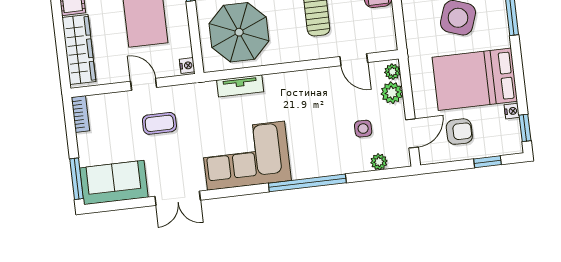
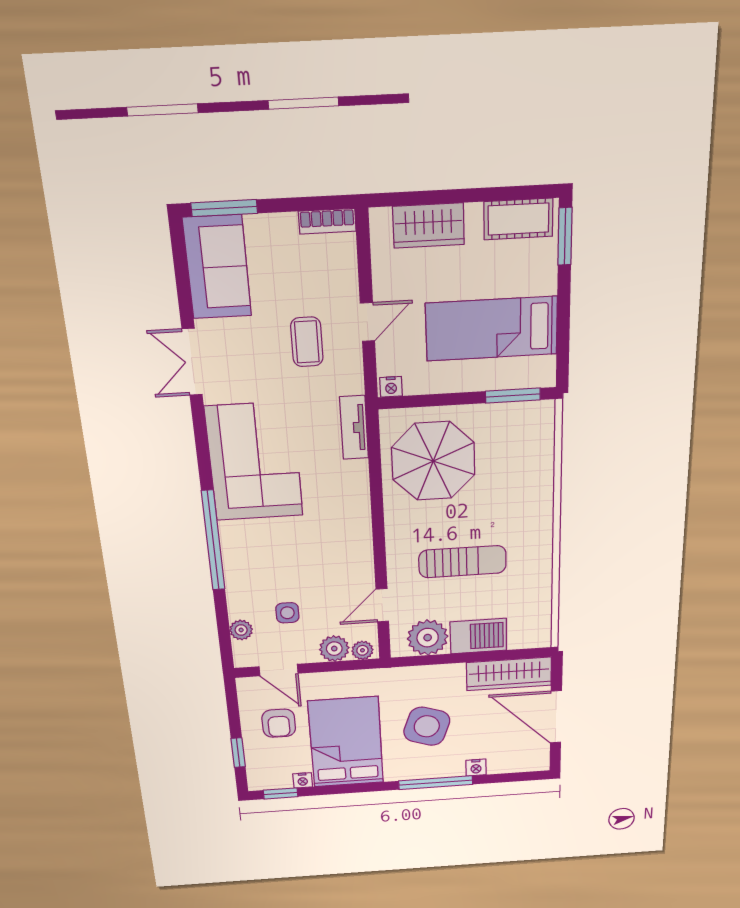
plant: (380, 24) -> (428, 638), added
wardrobe: (79, 50) -> (429, 225), width x0.67
tv unit: (240, 86) -> (354, 428), moved

